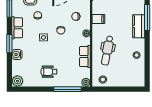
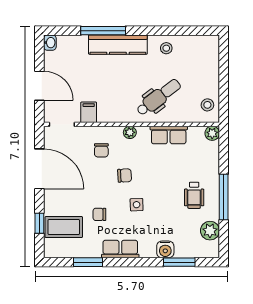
filing cabinet: (98, 19) -> (89, 112), moved
kitchen counter: (139, 26) -> (118, 45), width x1.50
window: (9, 44) -> (179, 262), moved
dental chair: (107, 50) -> (159, 97), turned -48
plant: (17, 81) -> (210, 231), moved
window: (68, 89) -> (224, 197), moved

